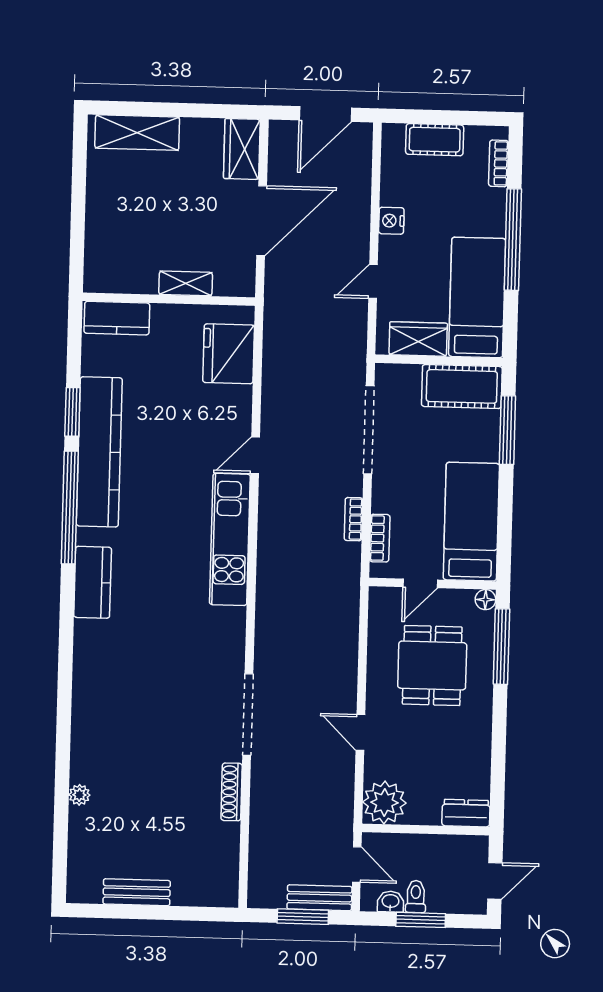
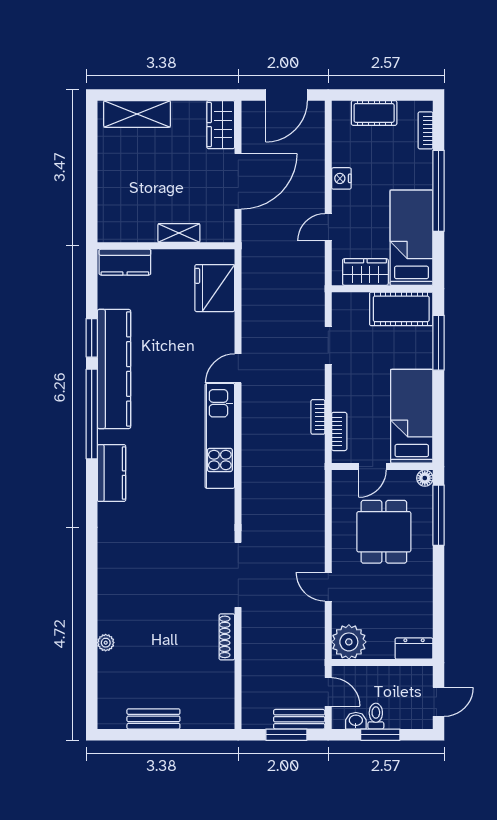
doorway: (369, 430) -> (328, 346), width x0.53

